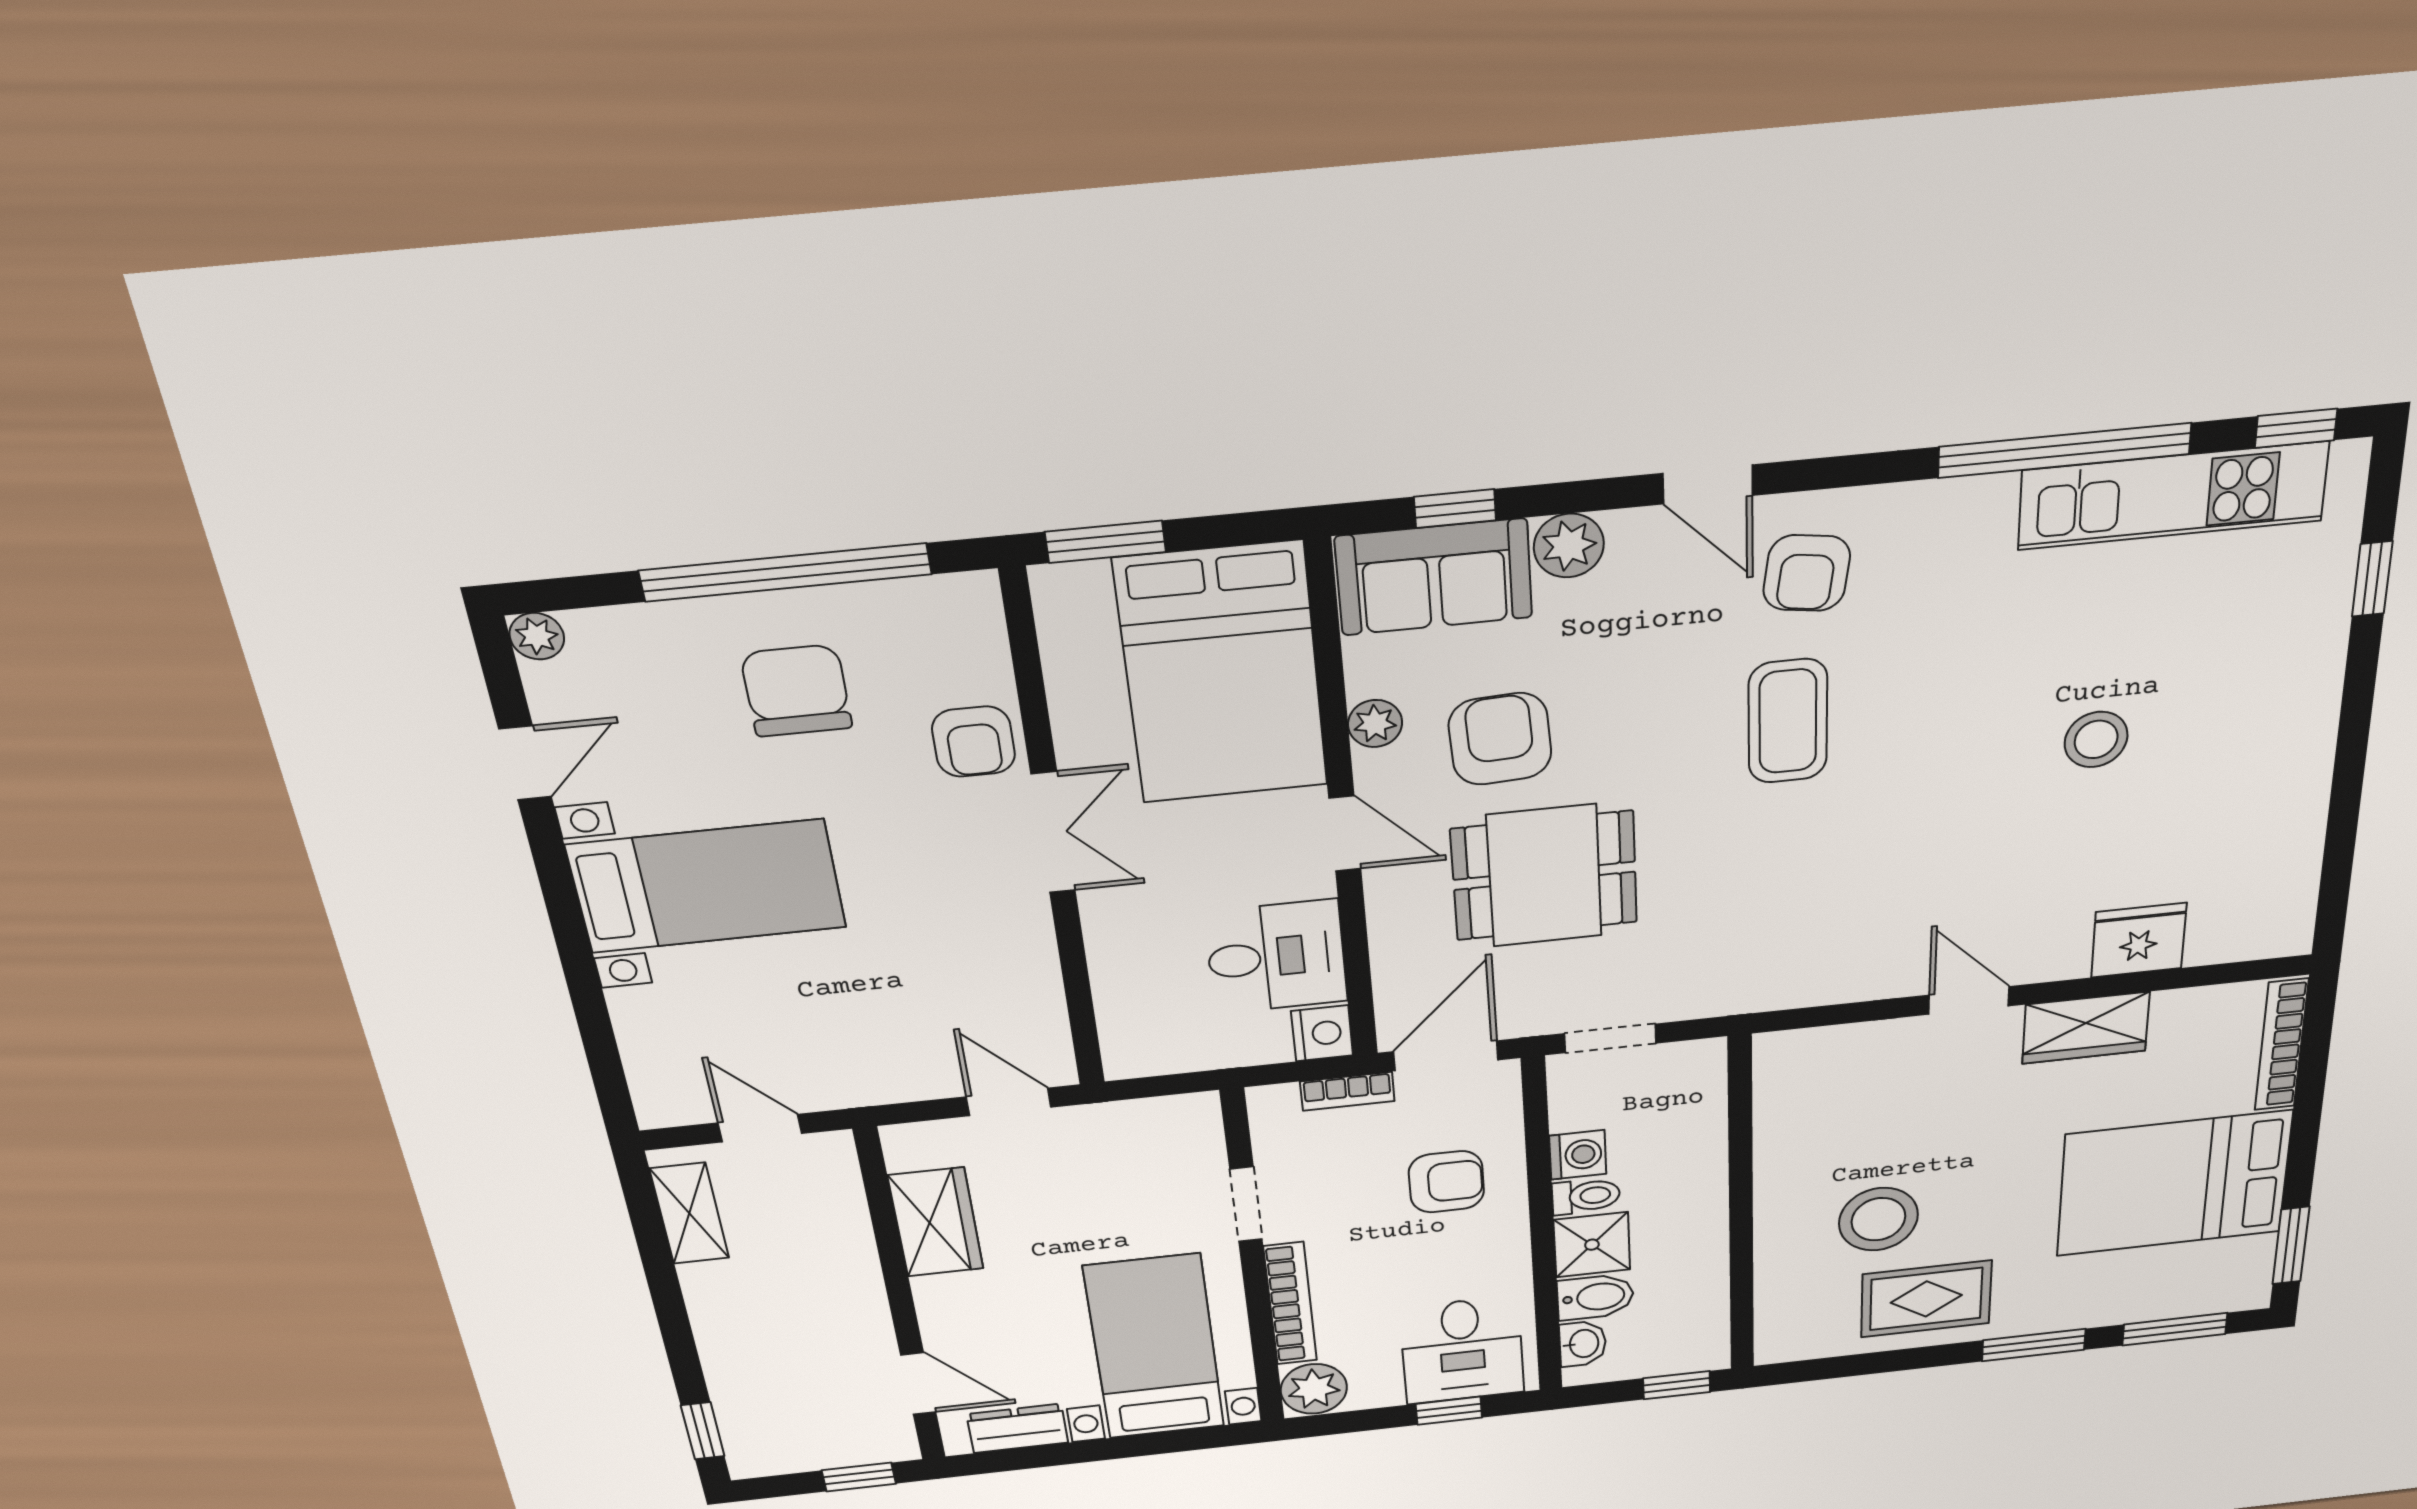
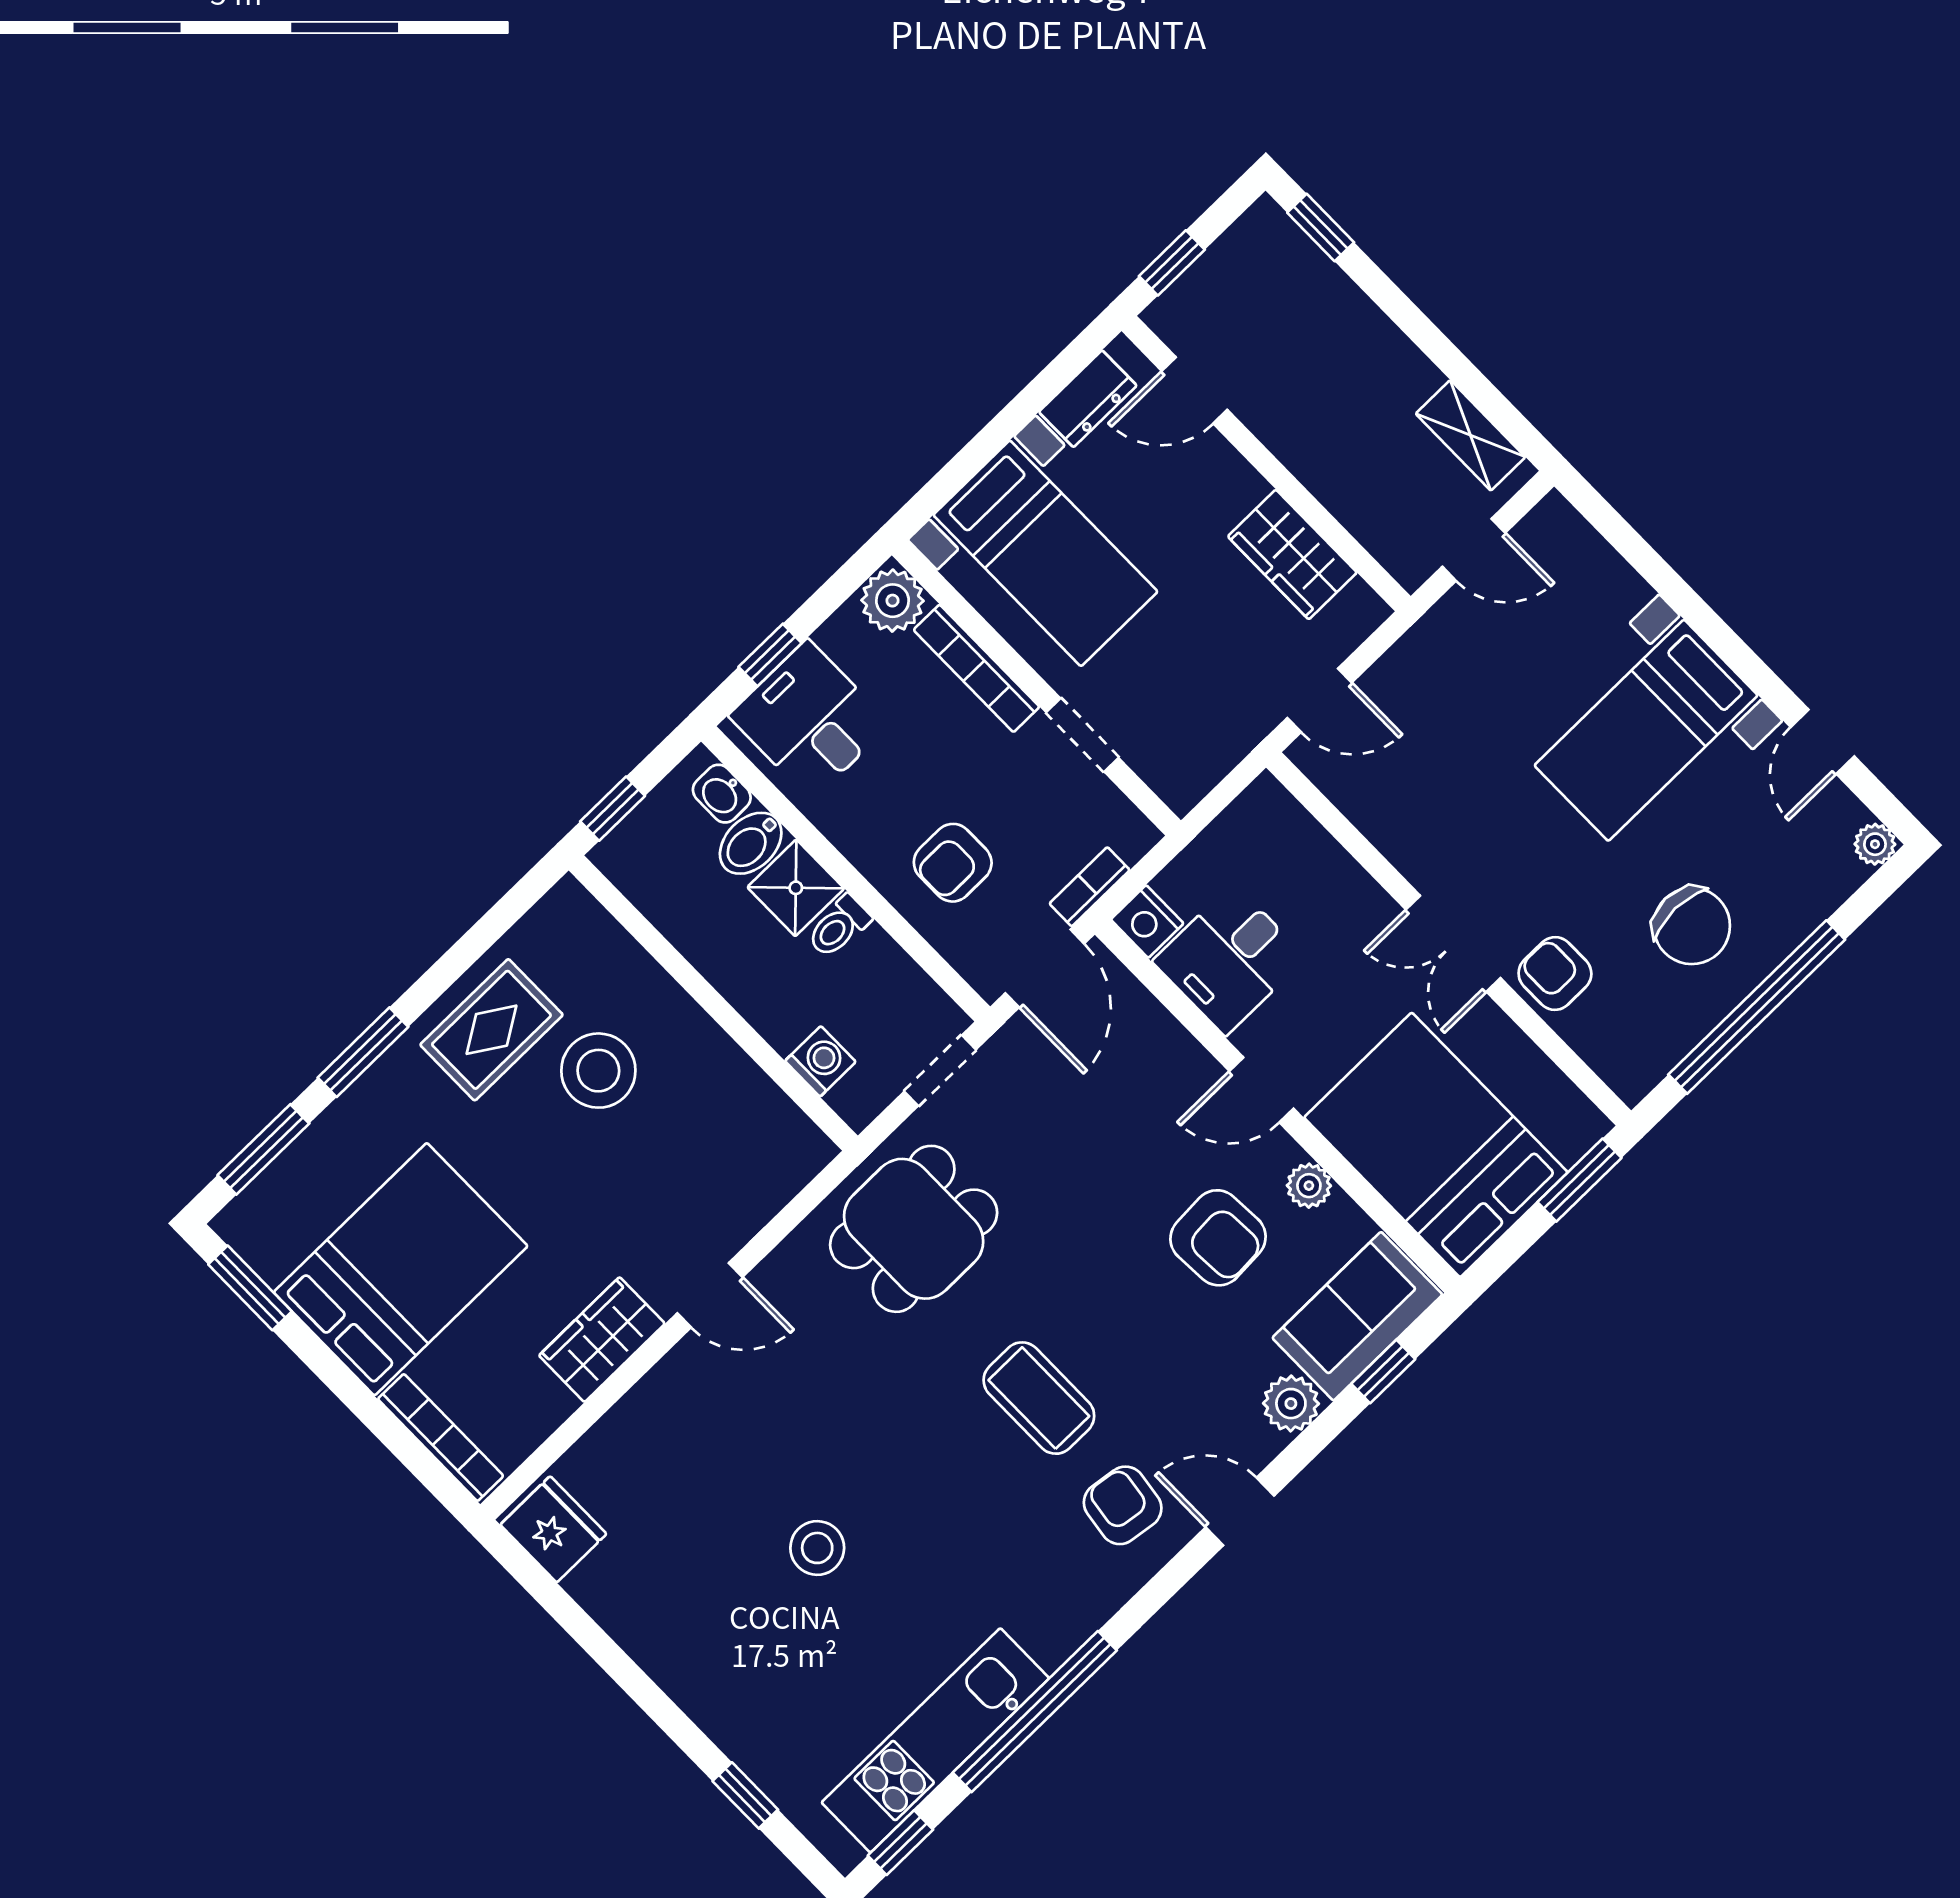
dining table: (1544, 876) -> (914, 1229), moved
fridge: (2139, 940) -> (553, 1529), moved, turned -90
washing machine: (1578, 1155) -> (820, 1061), moved, turned 180

